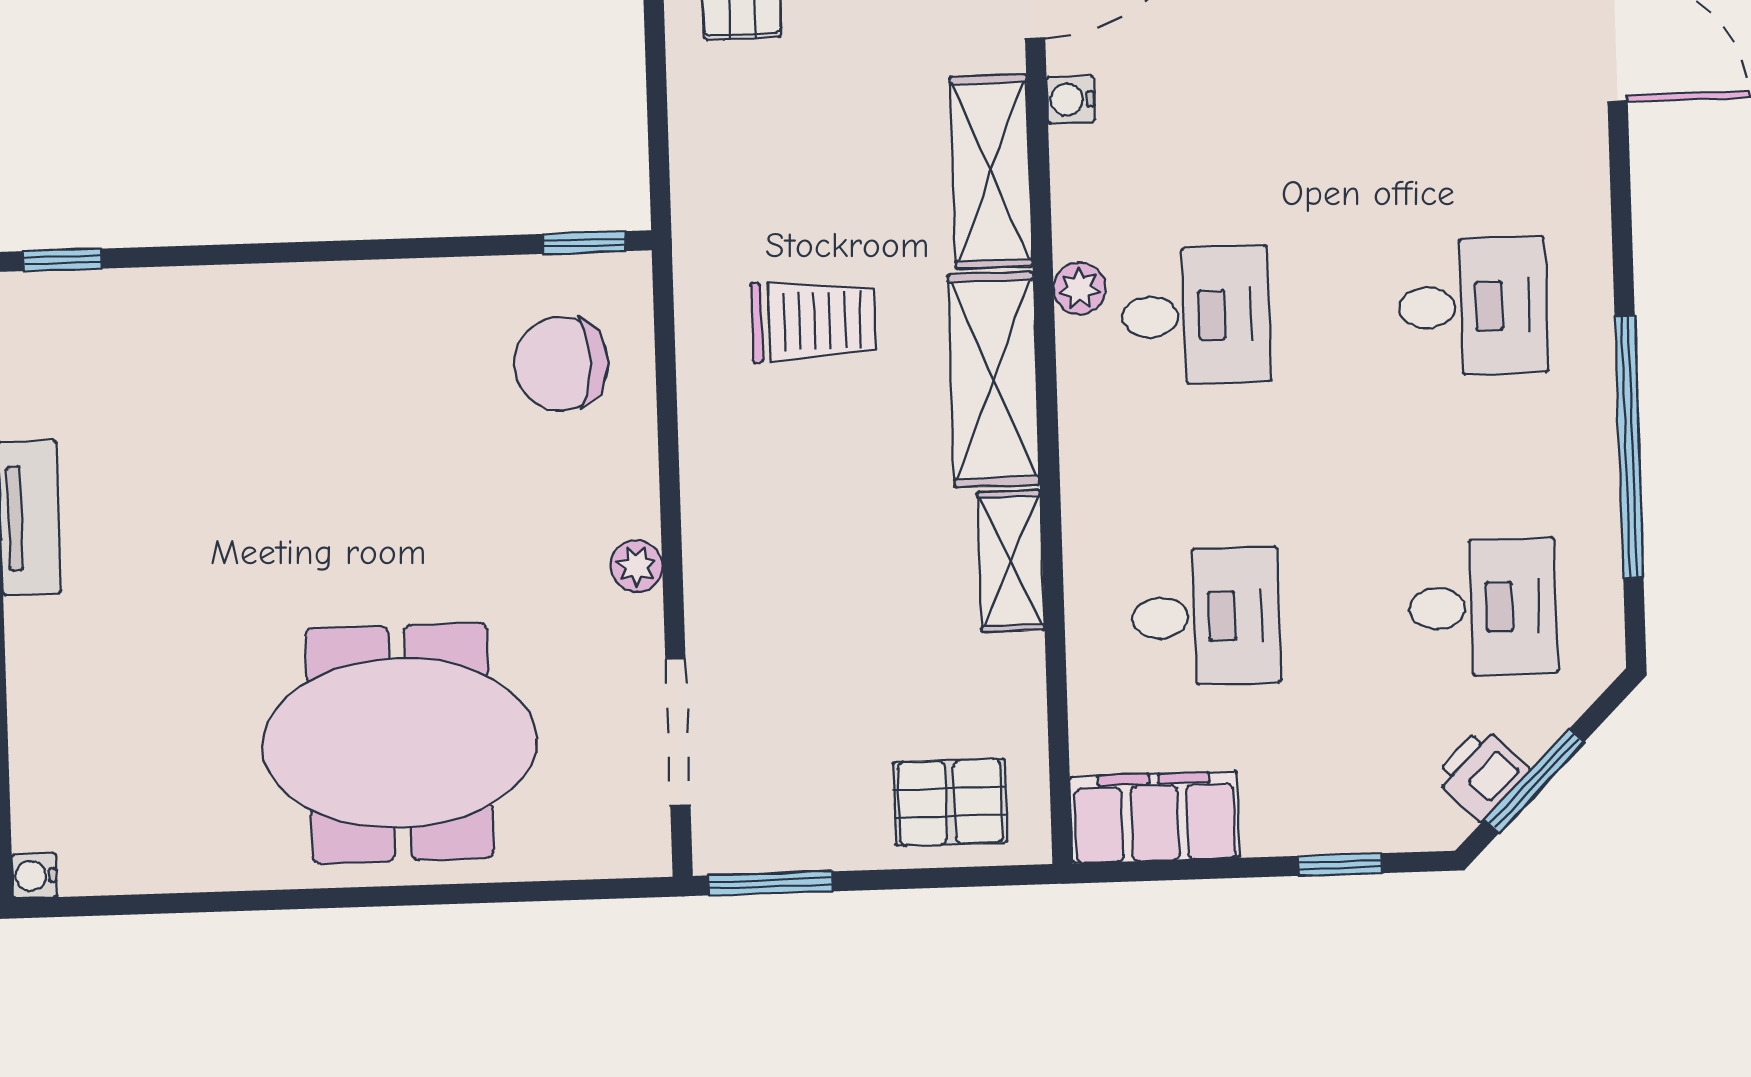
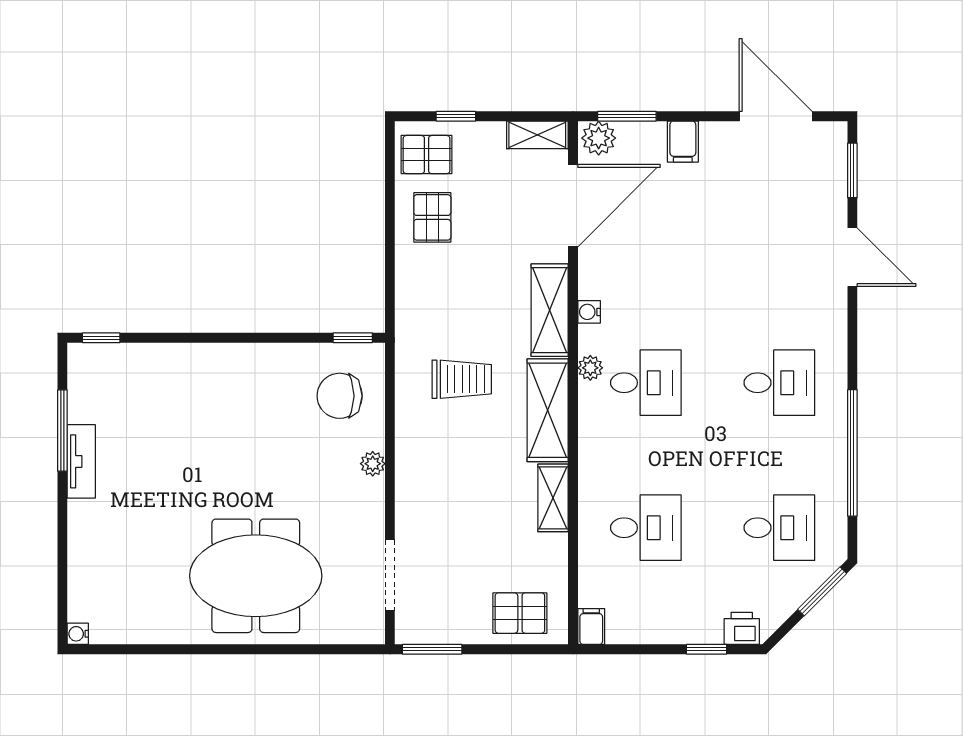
water cooler: (1071, 99) -> (589, 312), moved
plant: (637, 566) -> (373, 464), moved
printer: (1481, 774) -> (742, 628), moved, turned 45
window: (1534, 781) -> (822, 591), moved
filing cabinet: (1155, 817) -> (591, 627), width x0.33, depth x0.86

